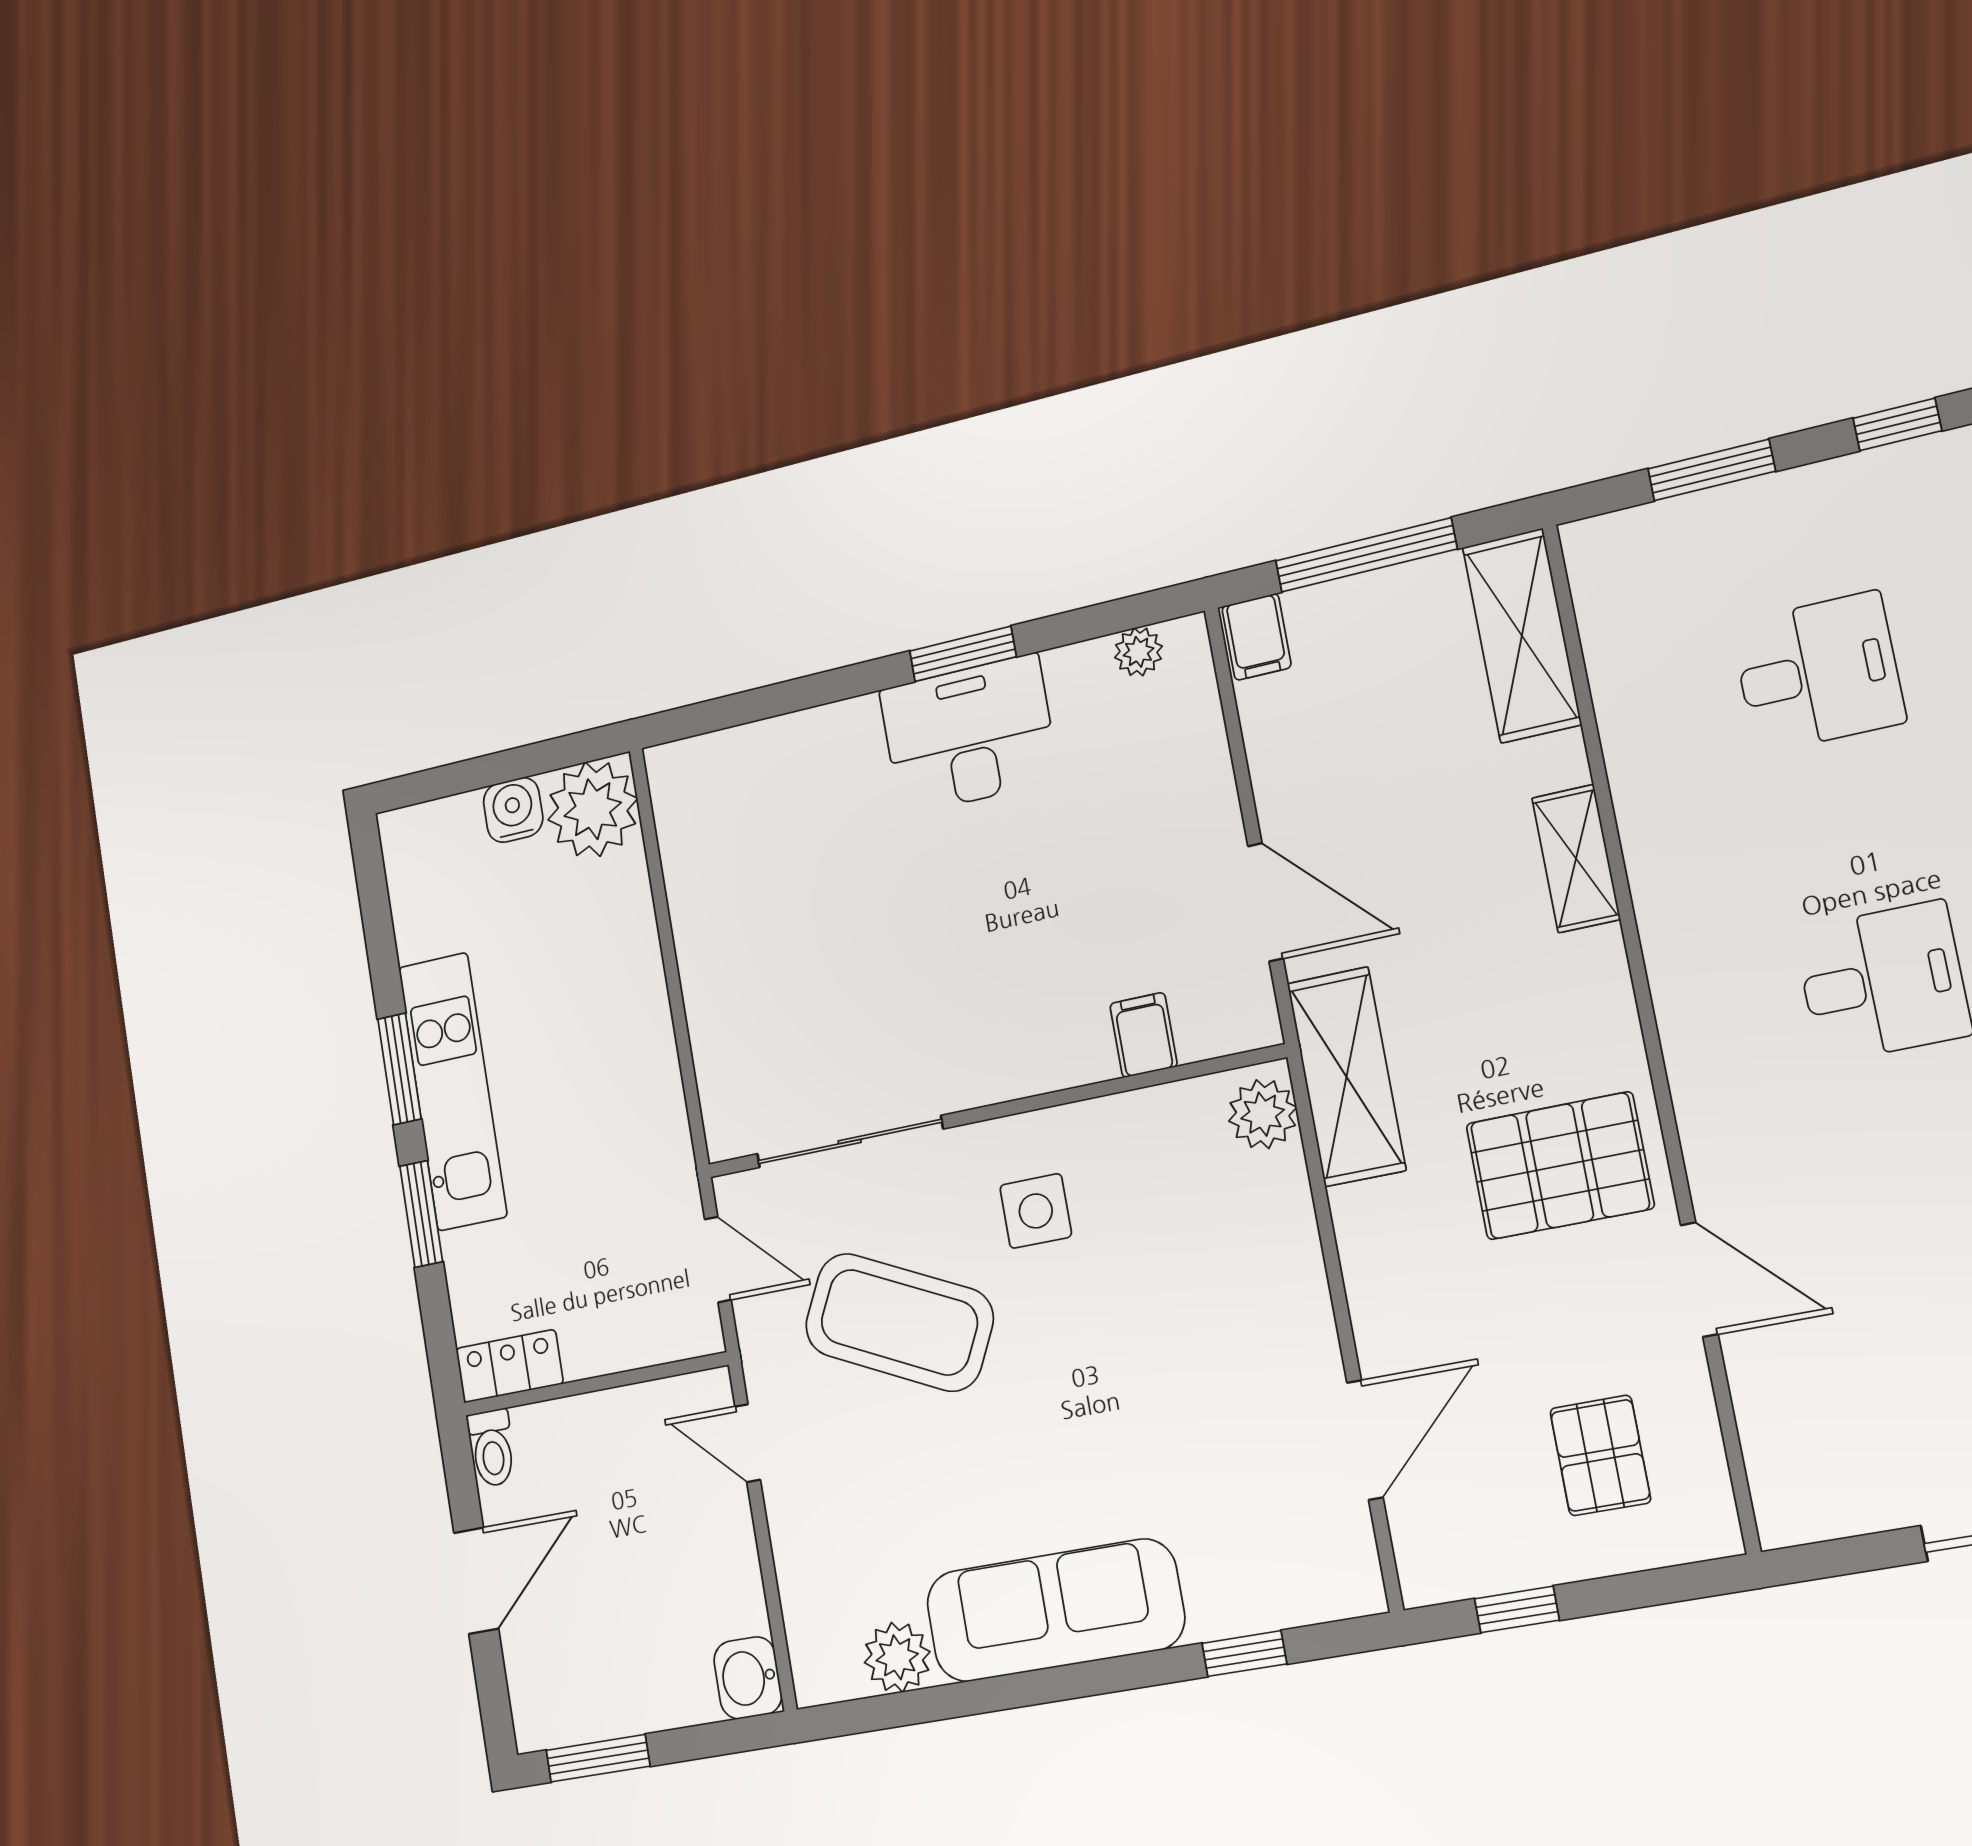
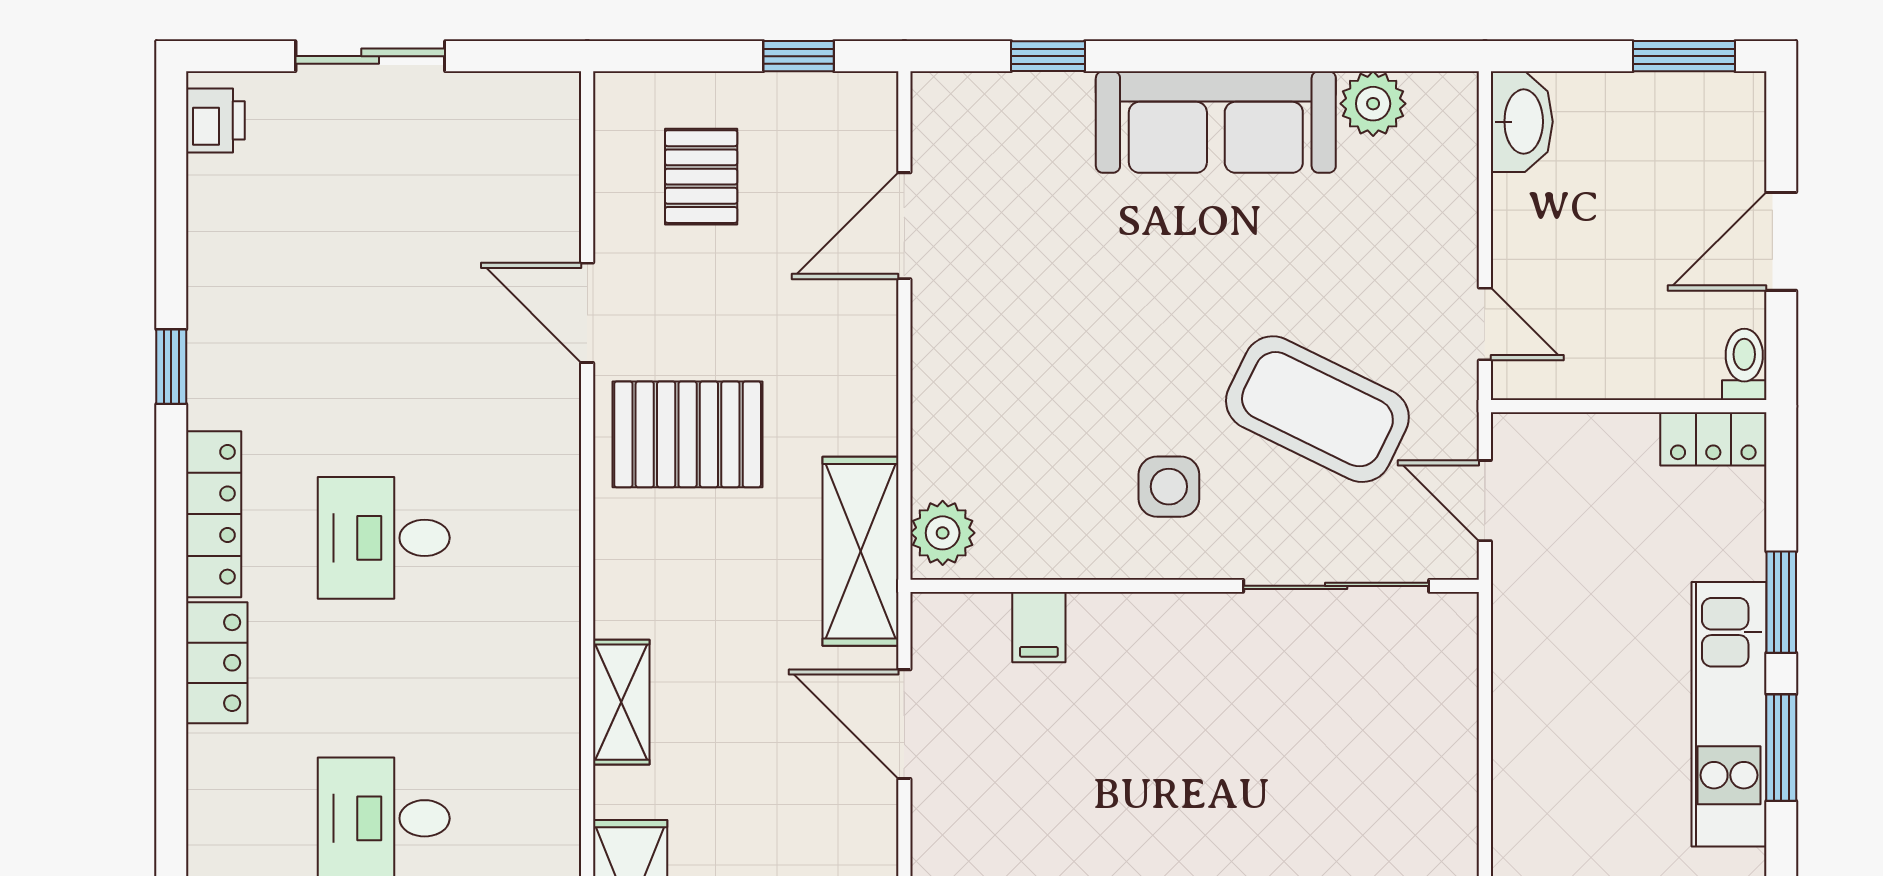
washbasin: (748, 1678) -> (1522, 122), width x1.38

